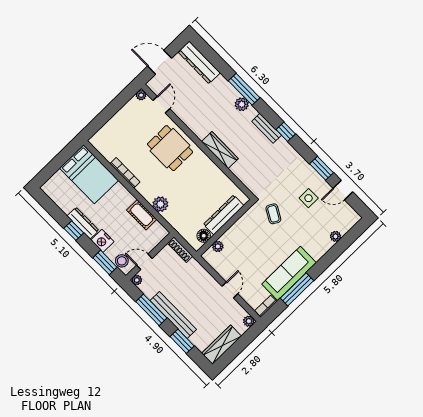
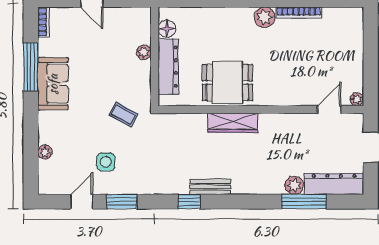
window: (244, 89) -> (304, 202), moved
plant: (242, 104) -> (294, 185), moved
door: (161, 105) -> (329, 110), swing flipped
dining table: (170, 148) -> (227, 83), moved
plant: (160, 204) -> (264, 17), moved
plant: (218, 246) -> (144, 52), moved
sofa: (289, 273) -> (53, 84), width x0.73

